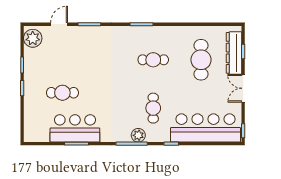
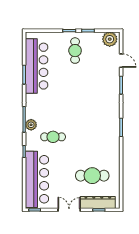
cafe table: (153, 60) -> (92, 137), removed
cafe table: (62, 93) -> (75, 51), moved
bar counter: (75, 128) -> (37, 66), width x1.36

